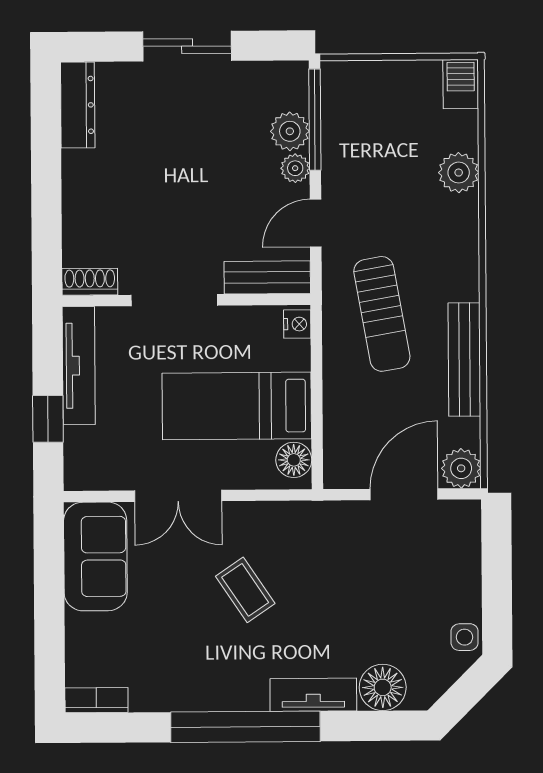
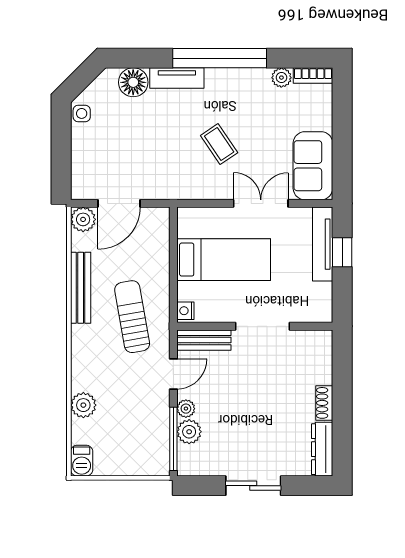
shoe rack: (90, 282) -> (324, 403), moved, turned 90
tv unit: (79, 366) -> (323, 244), moved
floor lamp: (294, 460) -> (188, 225), removed
plant: (147, 697) -> (281, 78), added

